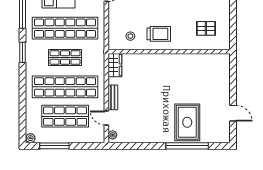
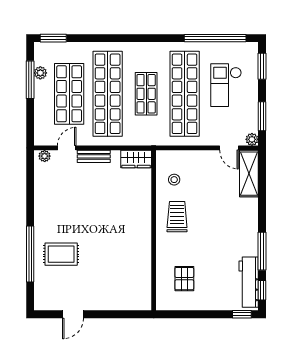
trolley: (159, 34) -> (177, 217), turned 180
window: (23, 52) -> (53, 38), moved
rug: (187, 122) -> (61, 254), width x0.73, depth x0.70
plant: (30, 138) -> (40, 73), moved

